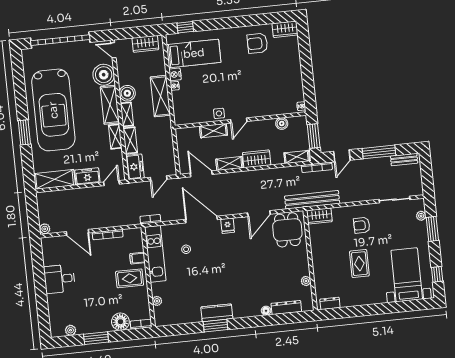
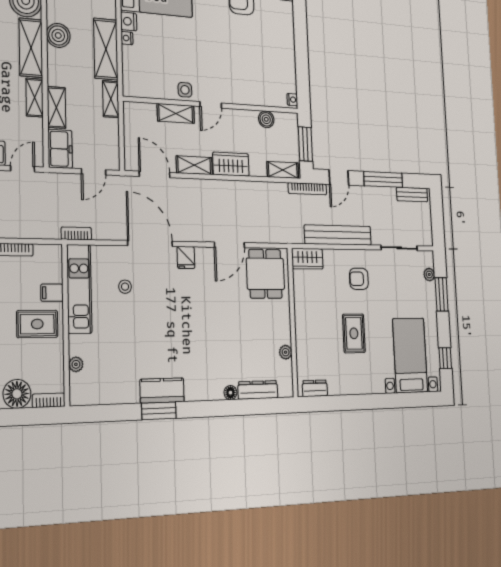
shelving: (127, 114) -> (111, 99), moved
bench: (312, 200) -> (338, 235), moved

